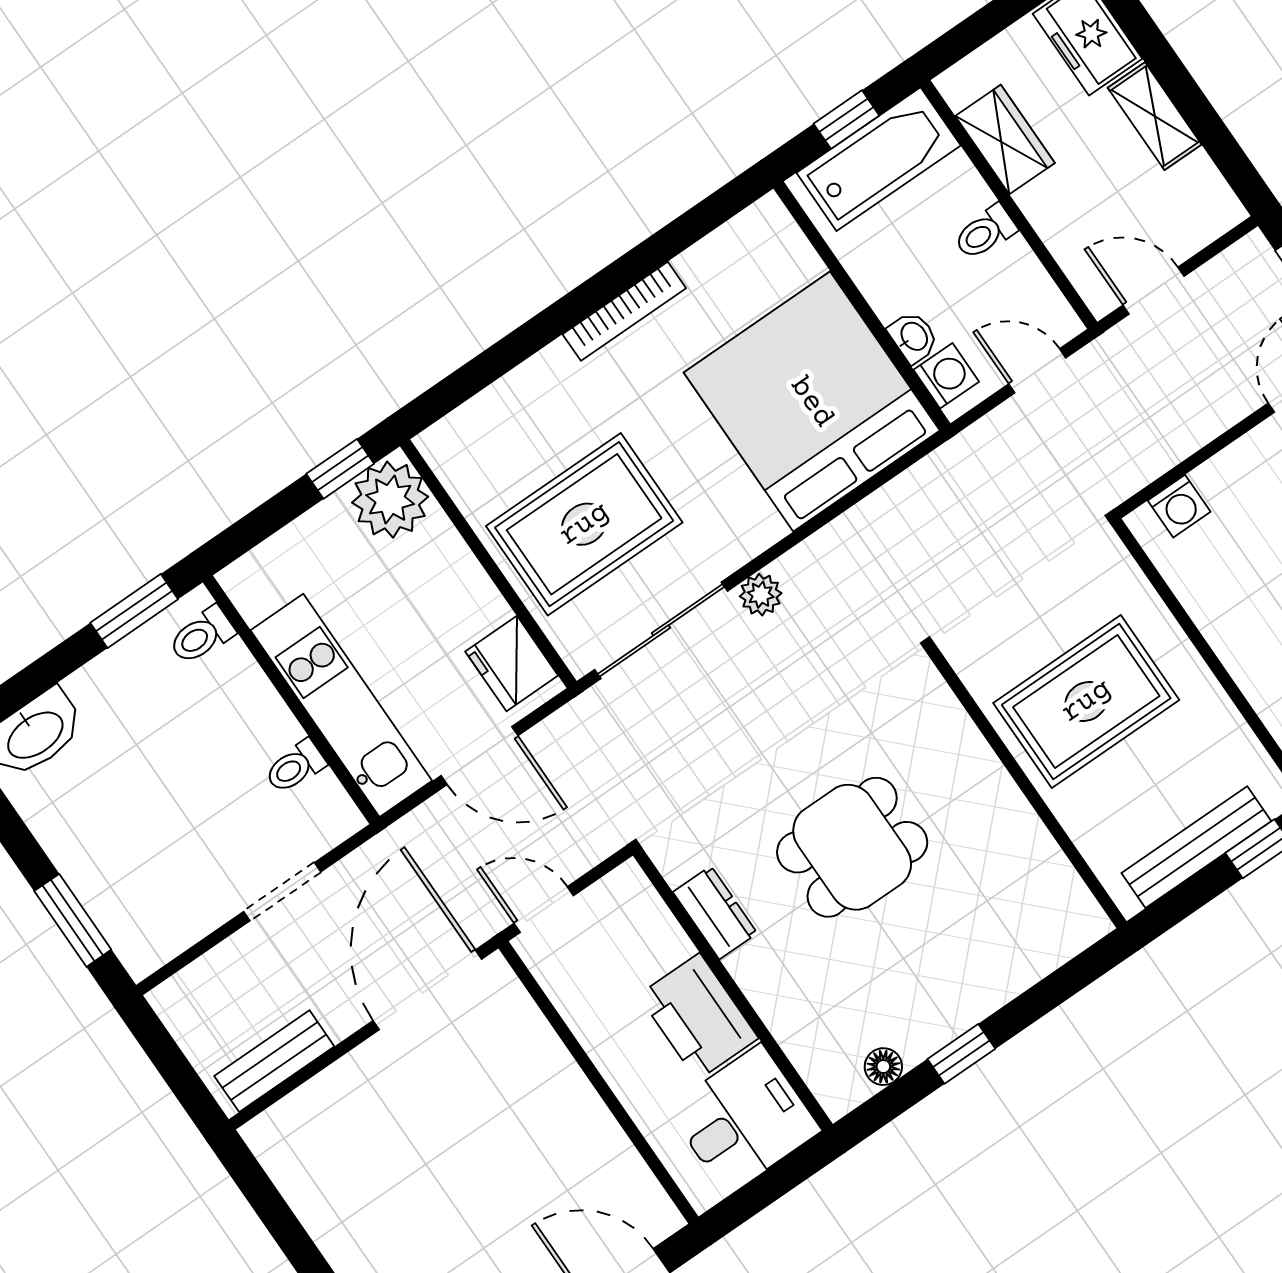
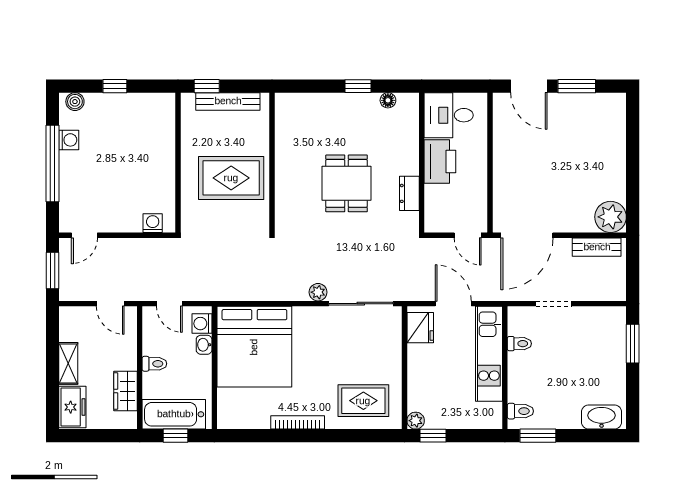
plant: (390, 500) -> (416, 421), width x0.53, depth x0.53
rug: (584, 524) -> (363, 401), moved, width x0.73, depth x0.70
dining table: (852, 847) -> (347, 183), turned 90
plant: (288, 1139) -> (611, 217), added

